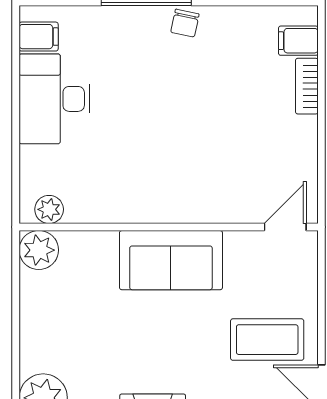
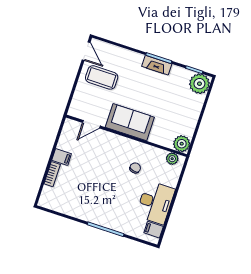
chair: (185, 23) -> (135, 168), moved
filing cabinet: (298, 41) -> (62, 157), moved
door: (285, 227) -> (91, 124), moved

